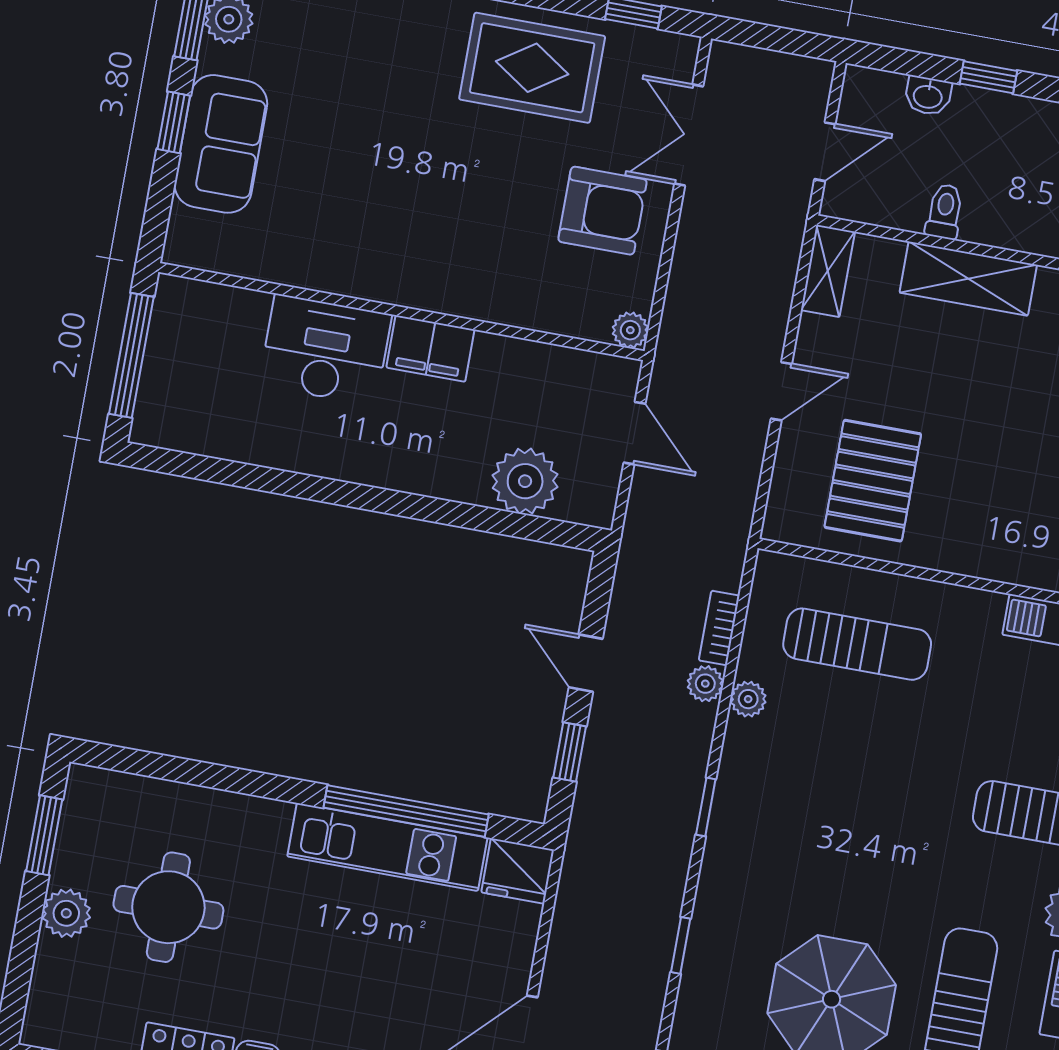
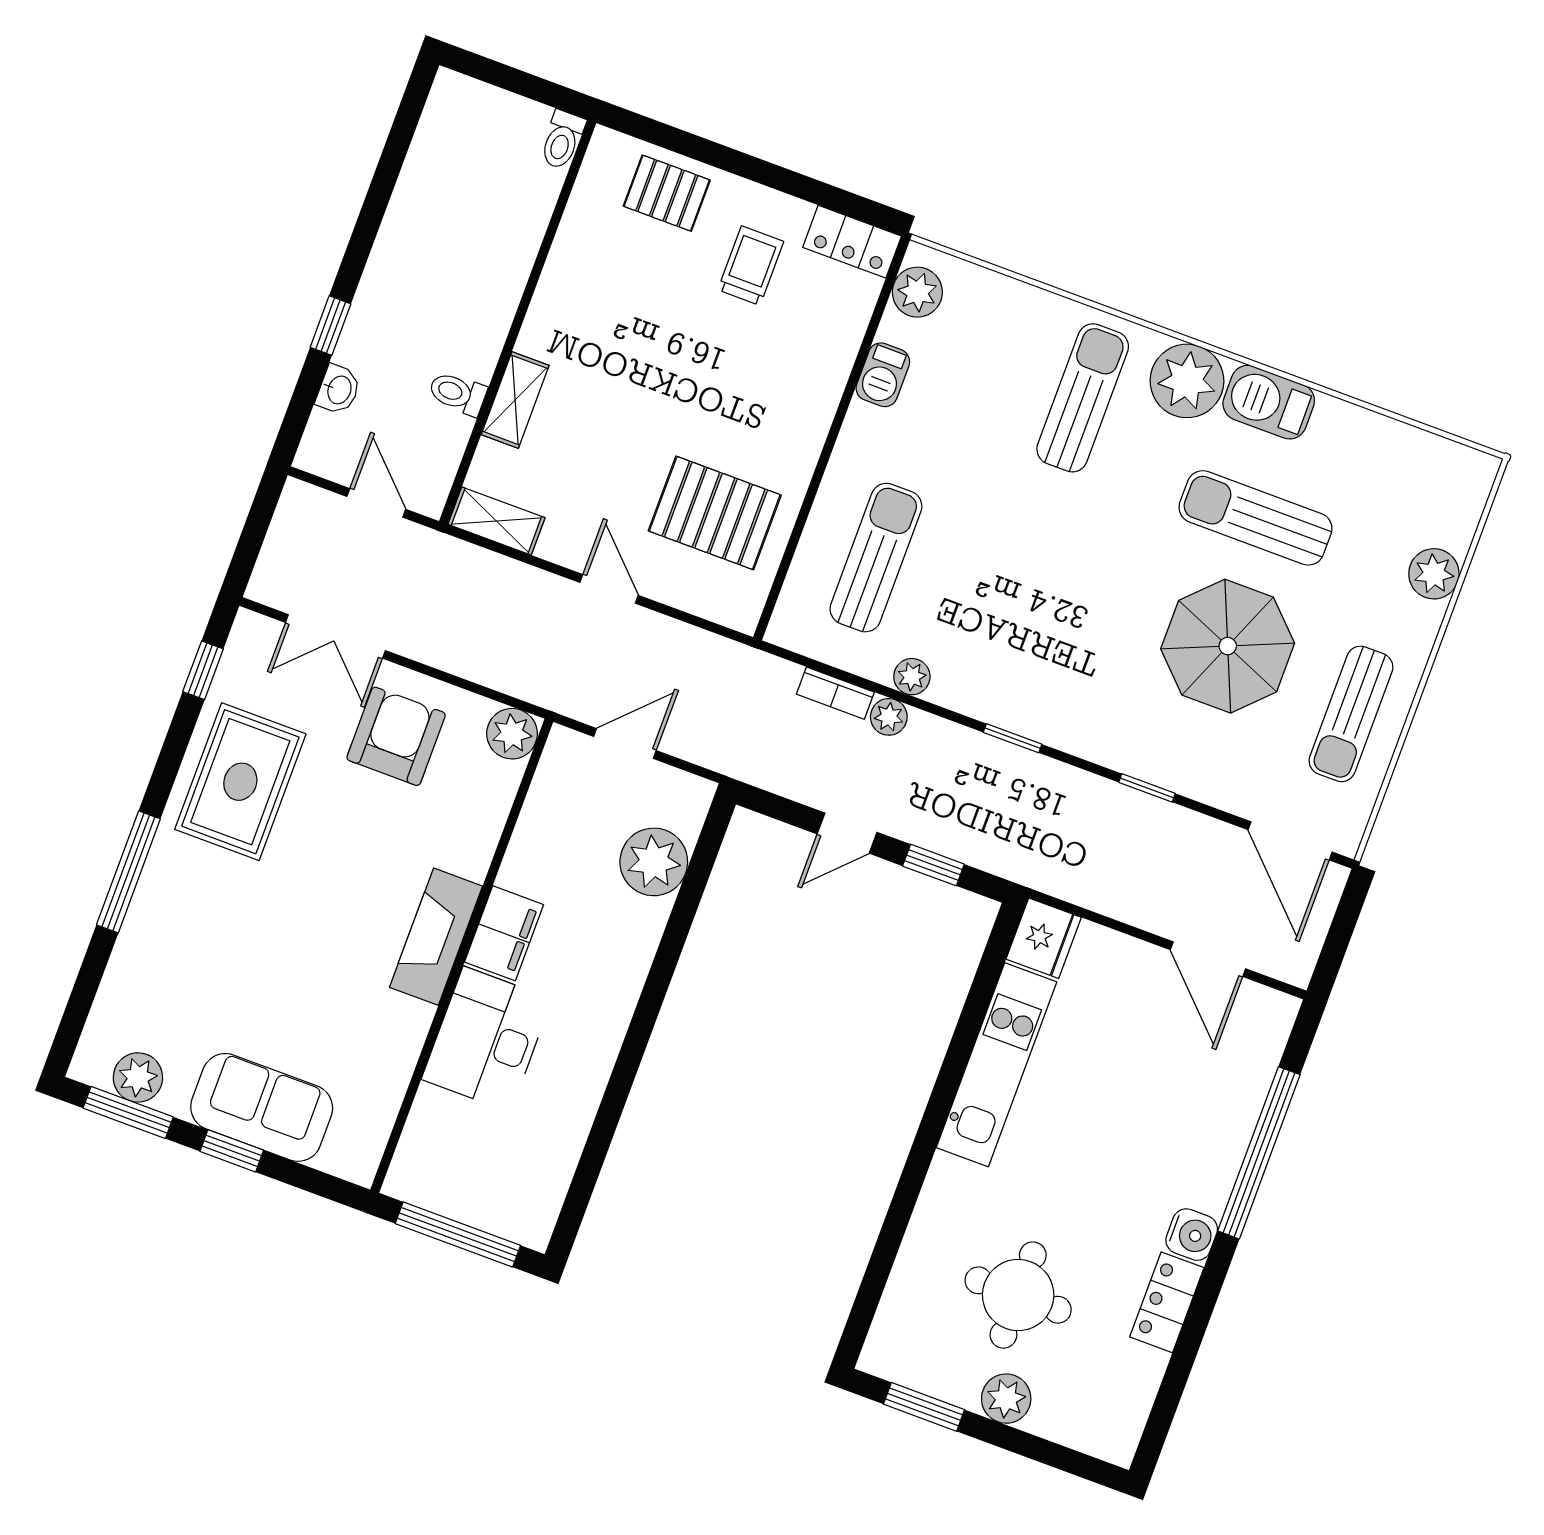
shelving: (968, 279) -> (515, 400), width x0.67, depth x0.75
fireplace: (416, 283) -> (436, 937), added
plant: (630, 330) -> (512, 734), width x1.38, depth x1.38
window: (406, 811) -> (964, 1040), removed

